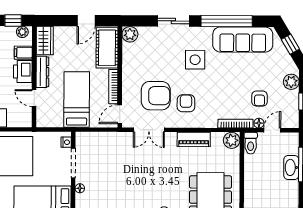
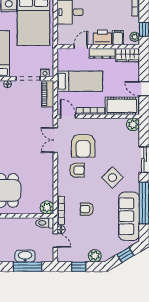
side table: (195, 60) -> (112, 178), turned 45
armchair: (260, 99) -> (87, 209), moved
piano: (194, 139) -> (48, 94), moved

